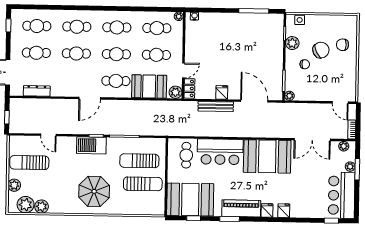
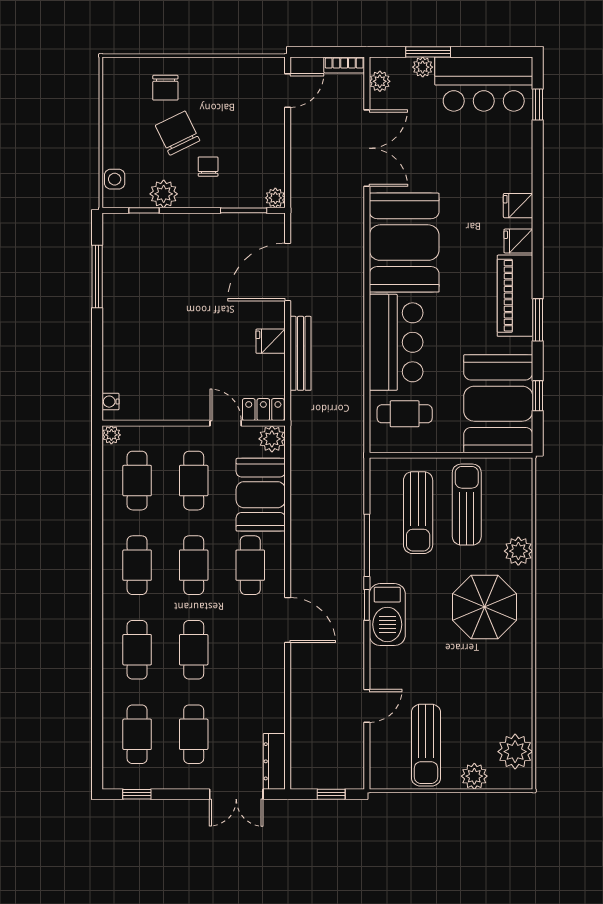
dresser: (37, 91) -> (274, 761), moved
plant: (42, 207) -> (518, 551), moved

